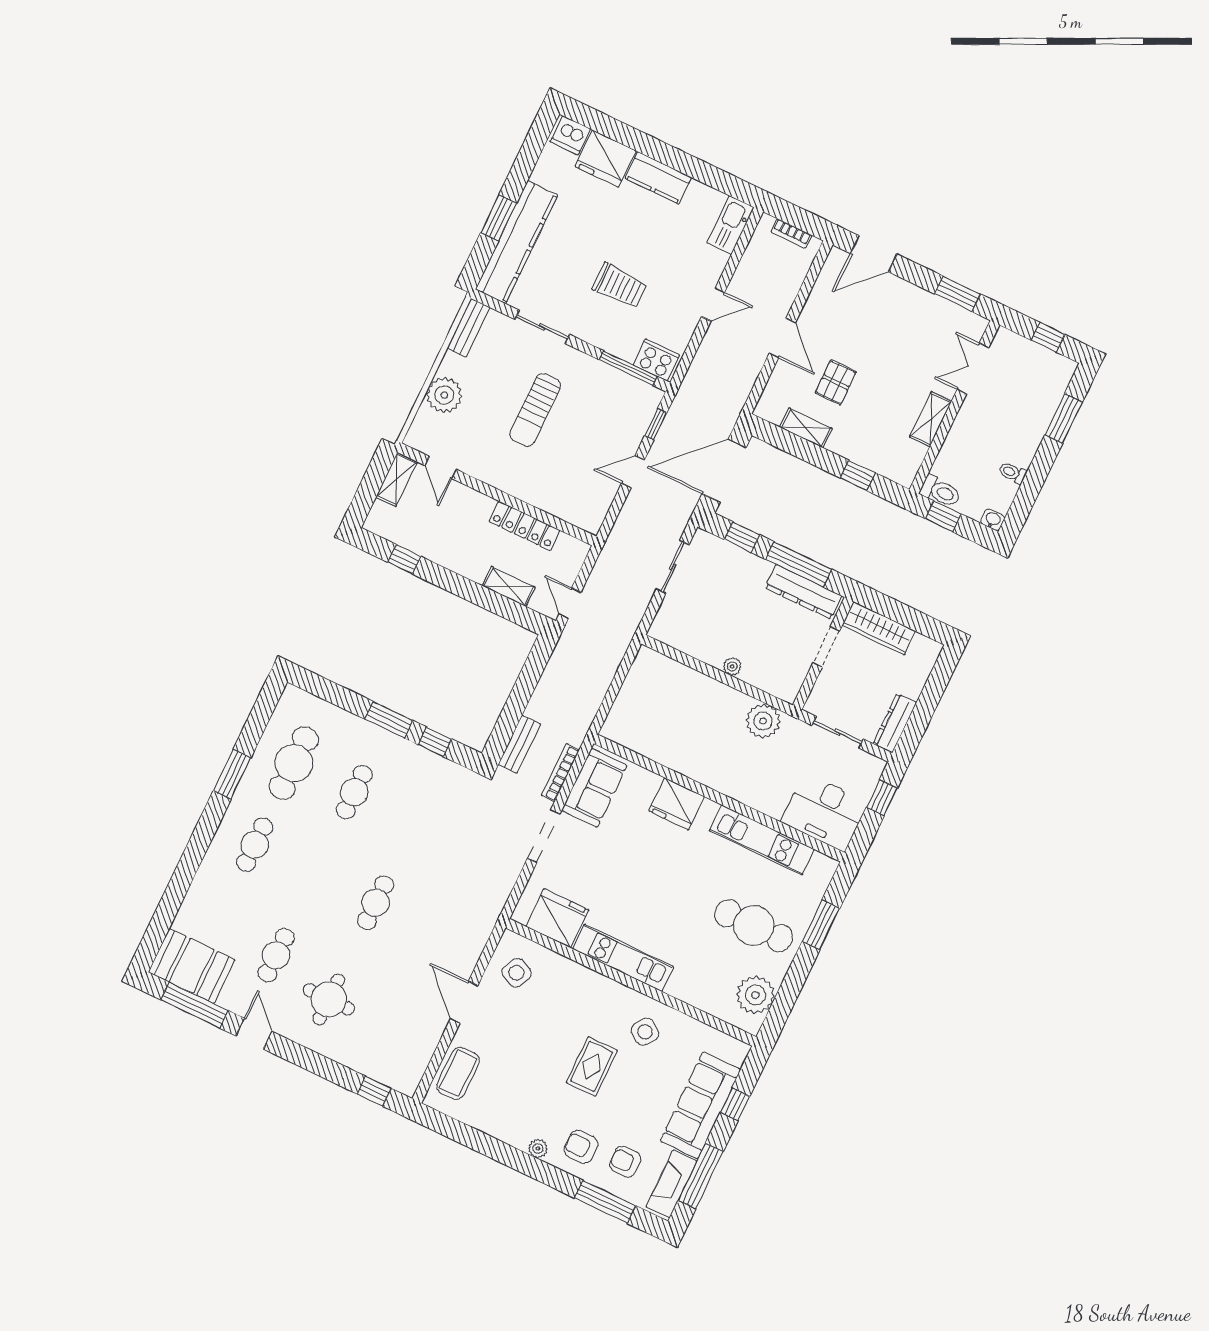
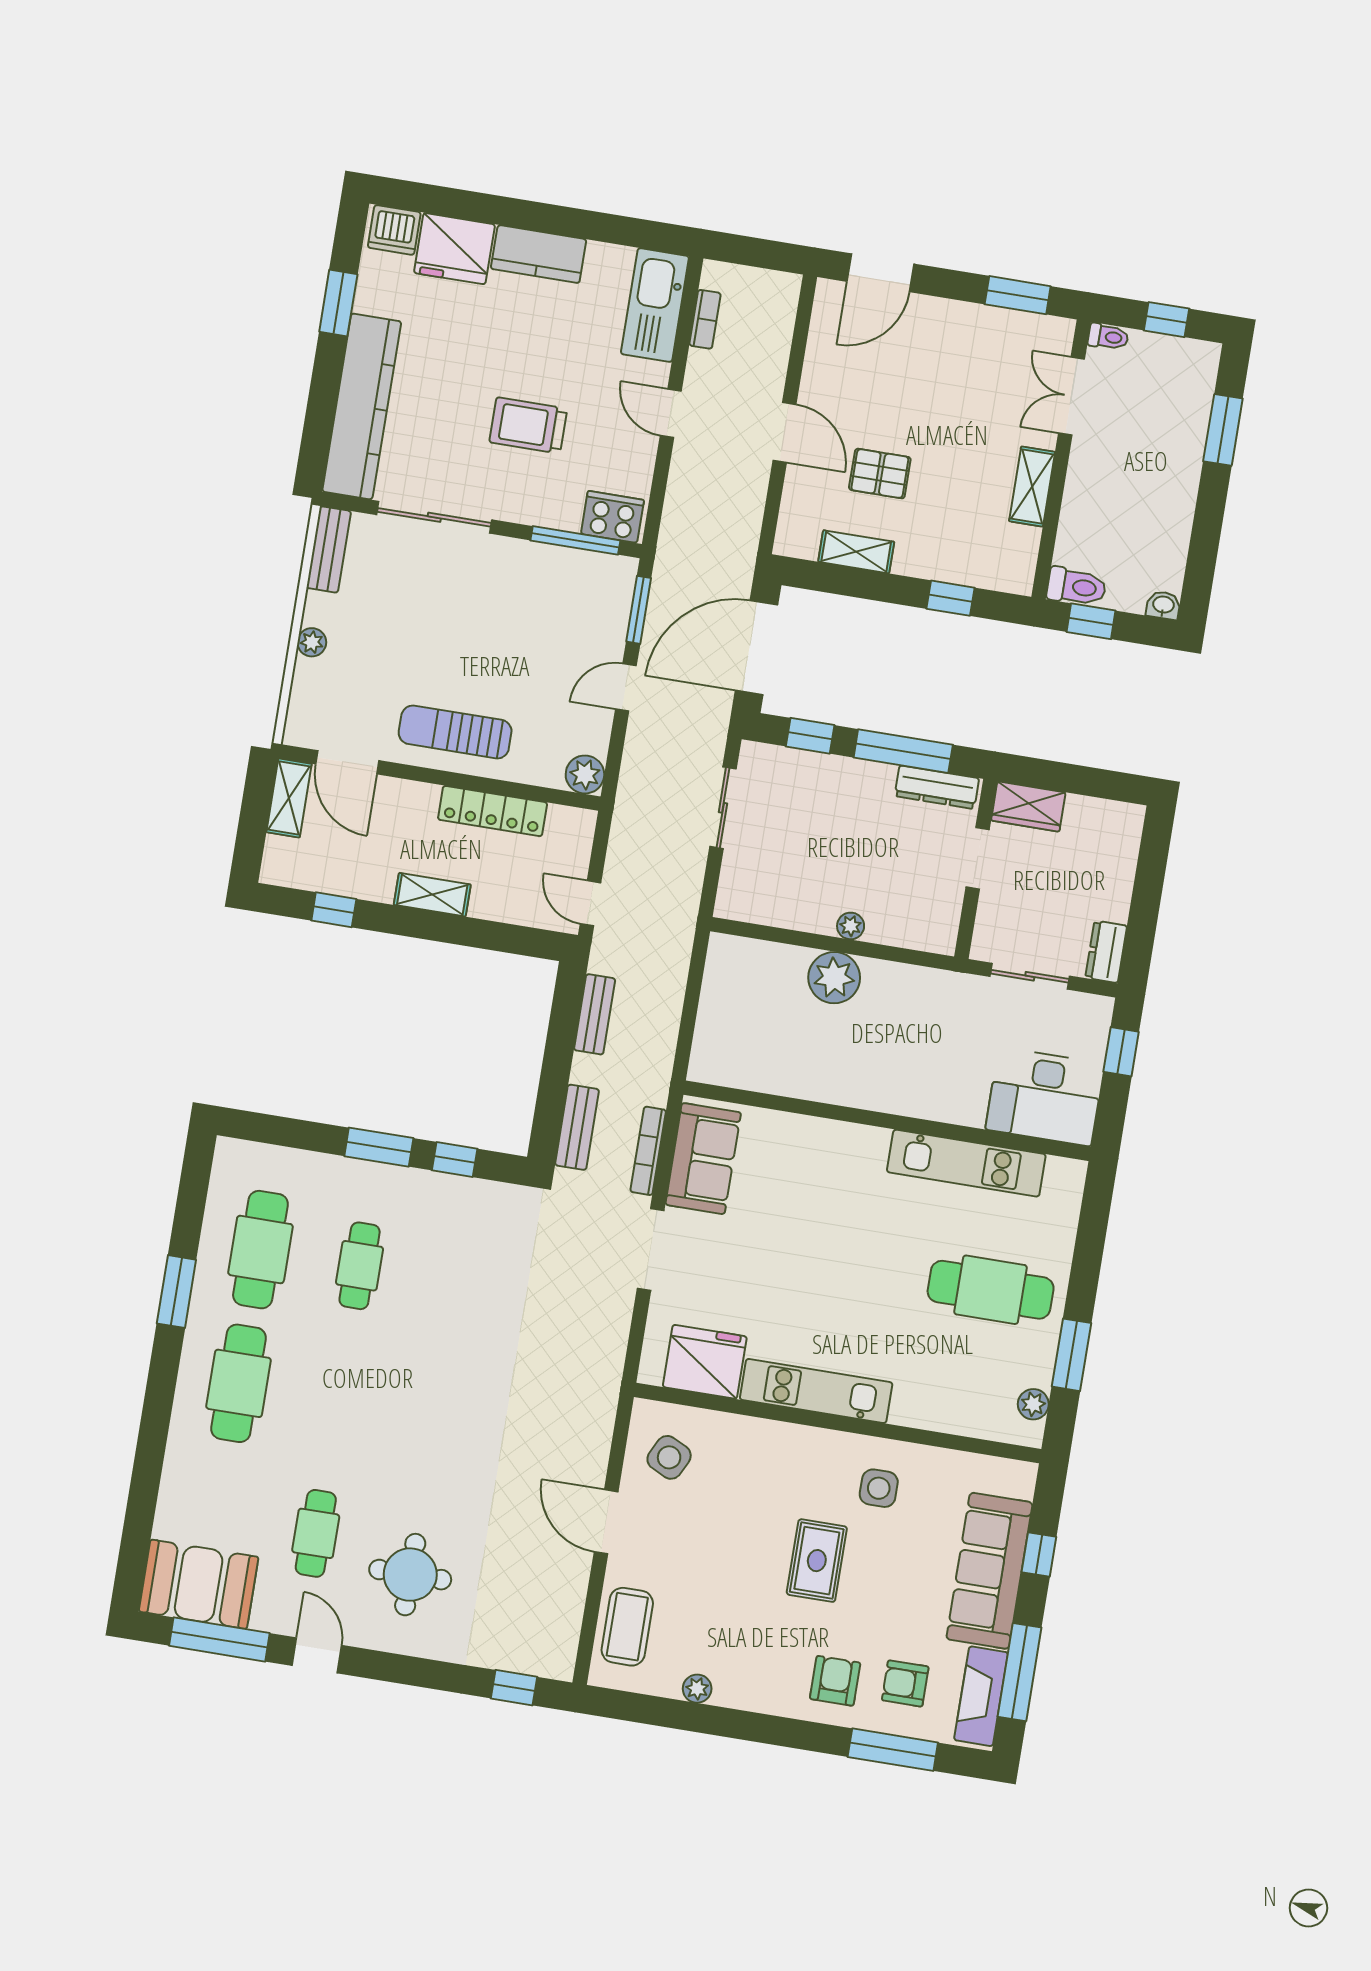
window: (499, 218) -> (338, 303), moved
kitchen sink: (730, 225) -> (655, 305), width x1.36, depth x1.24
bookcase: (791, 233) -> (705, 319), moved, turned -90
trolley: (620, 286) -> (528, 425), turned 180
door: (713, 305) -> (671, 413), swing flipped
sliding door: (542, 327) -> (434, 517), width x1.37
pallet: (836, 382) -> (880, 474), turned 90
plant: (444, 395) -> (312, 642), width x0.53, depth x0.53
sun lounger: (535, 410) -> (455, 732), moved, turned 90
window: (656, 424) -> (639, 610), width x1.50
door: (441, 467) -> (347, 762), width x1.38
toilet: (1012, 473) -> (1108, 337), moved, turned 180
plant: (590, 520) -> (585, 774), added
shelving: (509, 586) -> (432, 895), moved
dresser: (803, 592) -> (937, 787), width x0.73, depth x0.80
wardrobe: (879, 628) -> (1028, 806), width x0.67
bench: (552, 675) -> (595, 1014), added
plant: (763, 721) -> (834, 978), moved
dresser: (895, 723) -> (1106, 952), width x0.70
fridge: (677, 804) -> (828, 1147), removed
cafe table: (255, 845) -> (238, 1383), width x1.37, depth x1.35
cafe table: (376, 903) -> (437, 1416), removed
window: (821, 925) -> (1071, 1355), moved
plant: (755, 995) -> (1033, 1404), width x0.53, depth x0.53
side table: (645, 1032) -> (879, 1488), turned -36
armchair: (581, 1147) -> (835, 1681), turned 90
plant: (538, 1148) -> (697, 1689), moved

